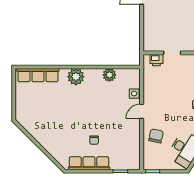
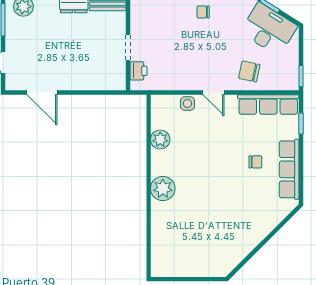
row of seats: (38, 75) -> (268, 104), moved, turned 90

